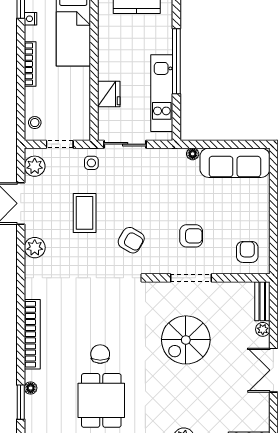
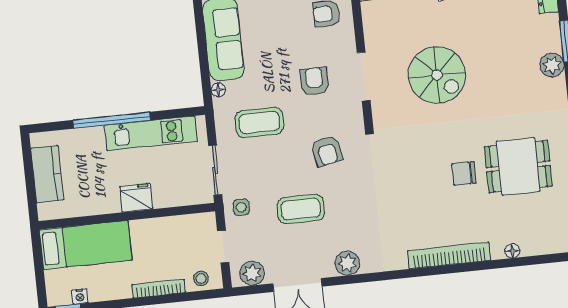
bookcase: (30, 64) -> (159, 288), moved
fridge: (109, 94) -> (136, 198), moved
coffee table: (161, 186) -> (259, 122), added
armchair: (131, 240) -> (327, 151), turned 139
window: (21, 402) -> (530, 261), removed

